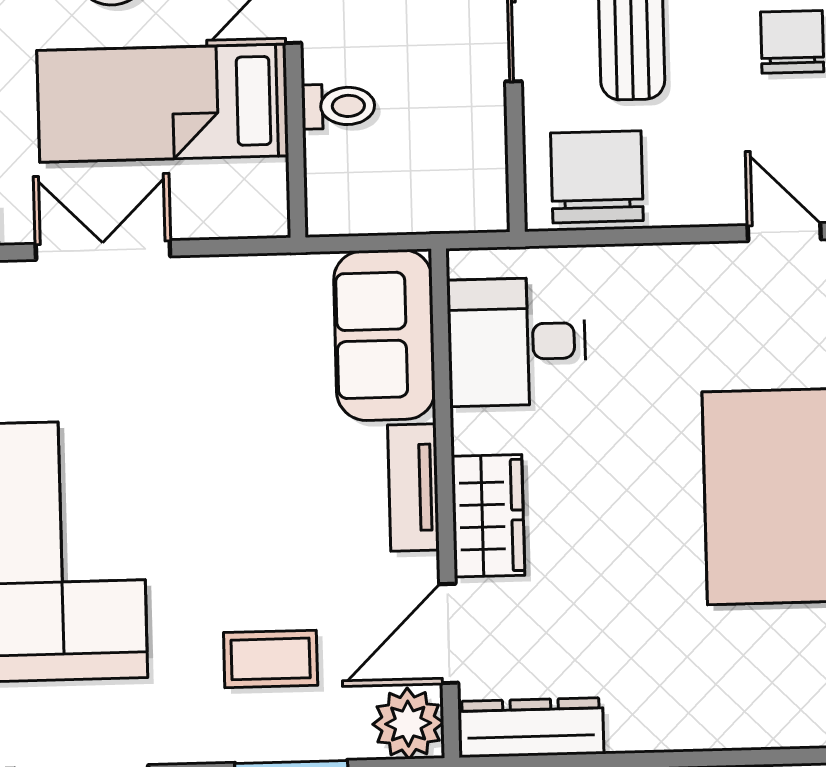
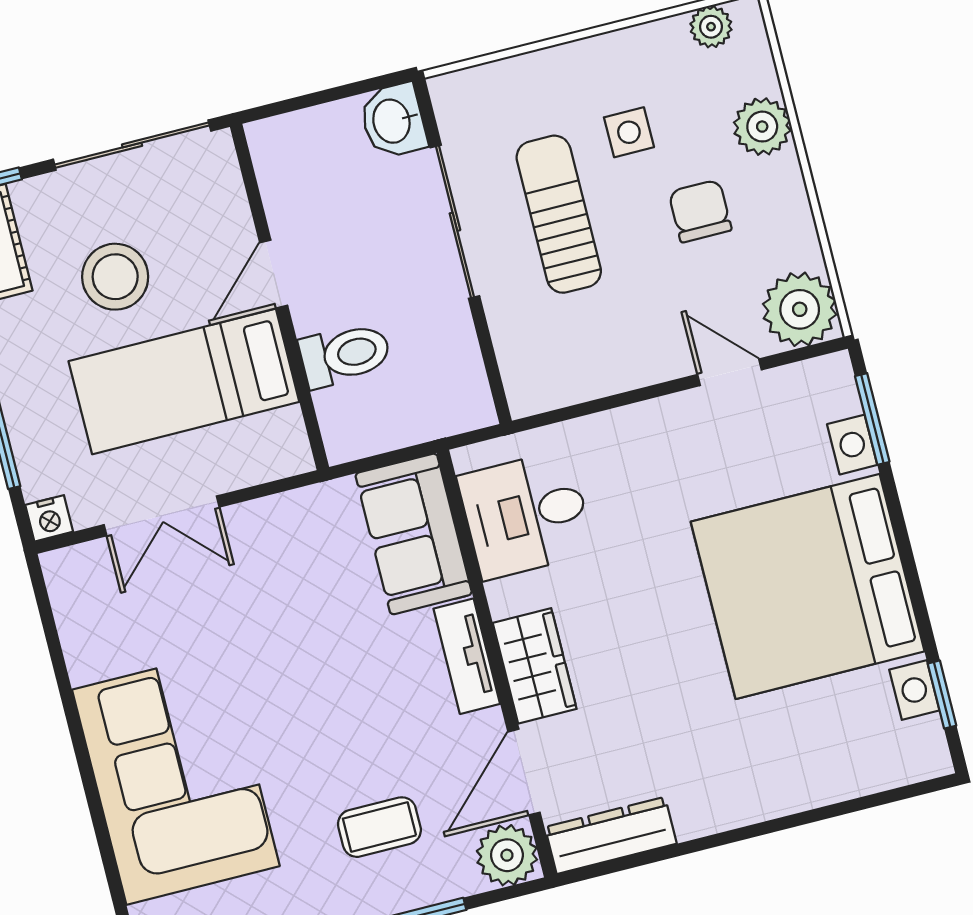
toilet: (338, 106) -> (345, 355), width x1.37, depth x1.39
chair: (597, 177) -> (562, 361), removed
double door: (103, 250) -> (162, 516), swing flipped

